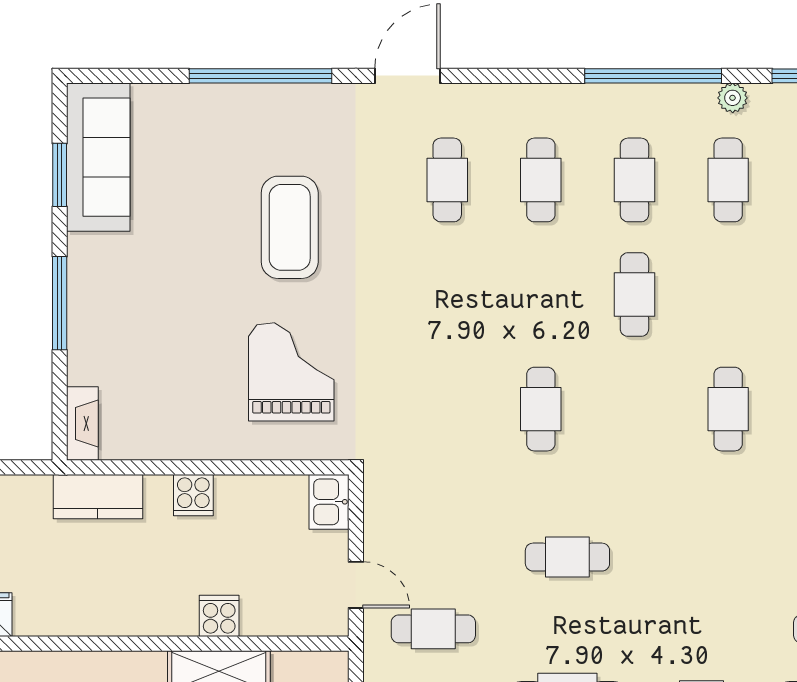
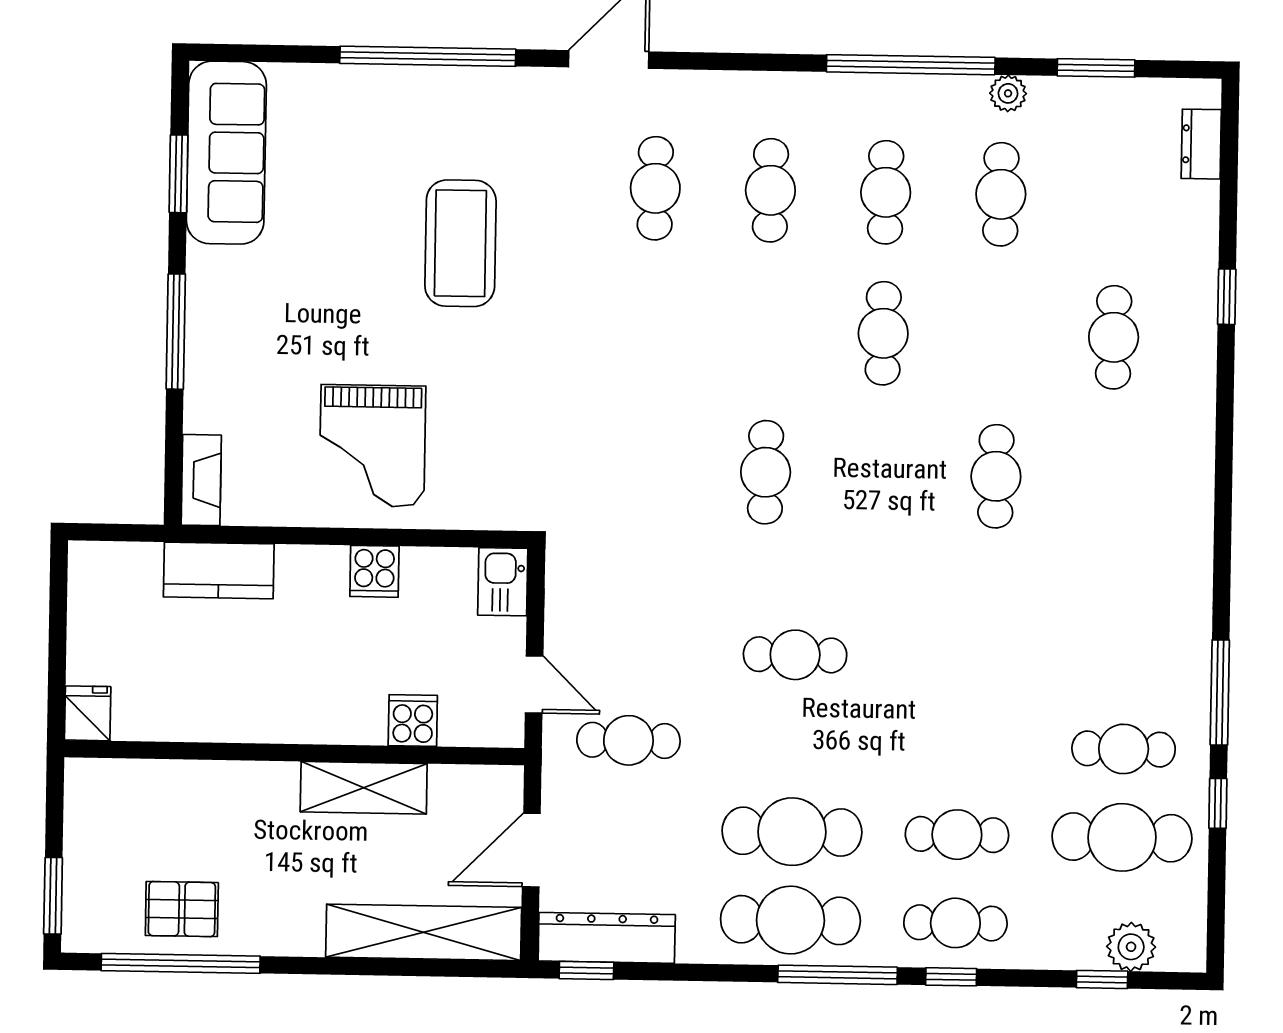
grand piano: (291, 372) -> (372, 446), moved, turned 180
cooker: (193, 495) -> (374, 571), moved
cooker: (219, 616) -> (413, 721), moved

